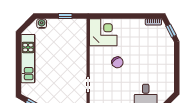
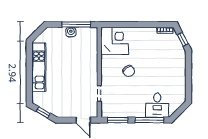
window: (65, 16) -> (76, 25), width x2.17
water cooler: (42, 24) -> (71, 32), moved

